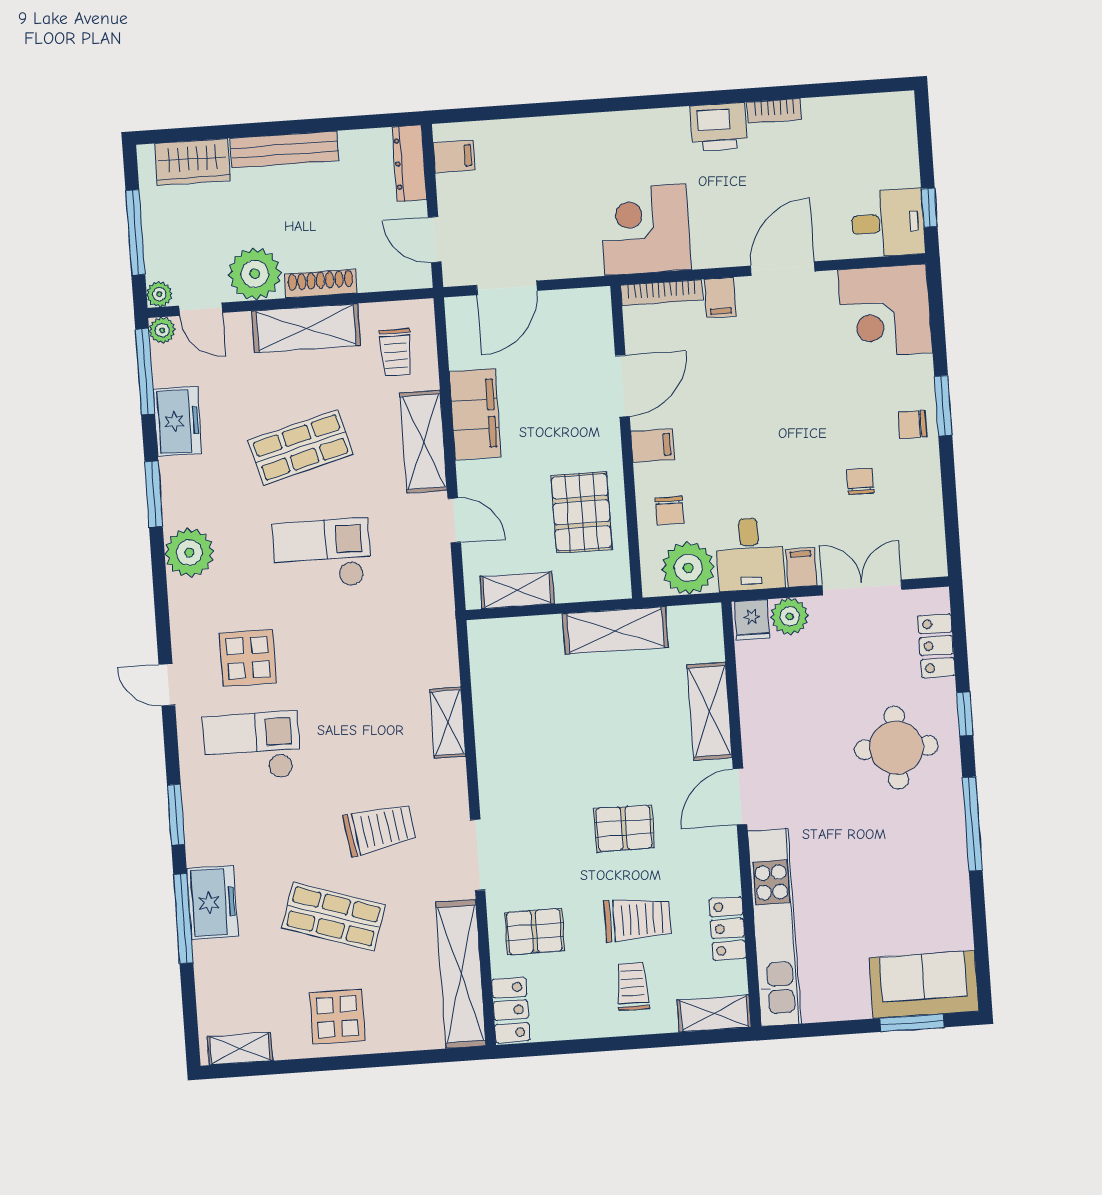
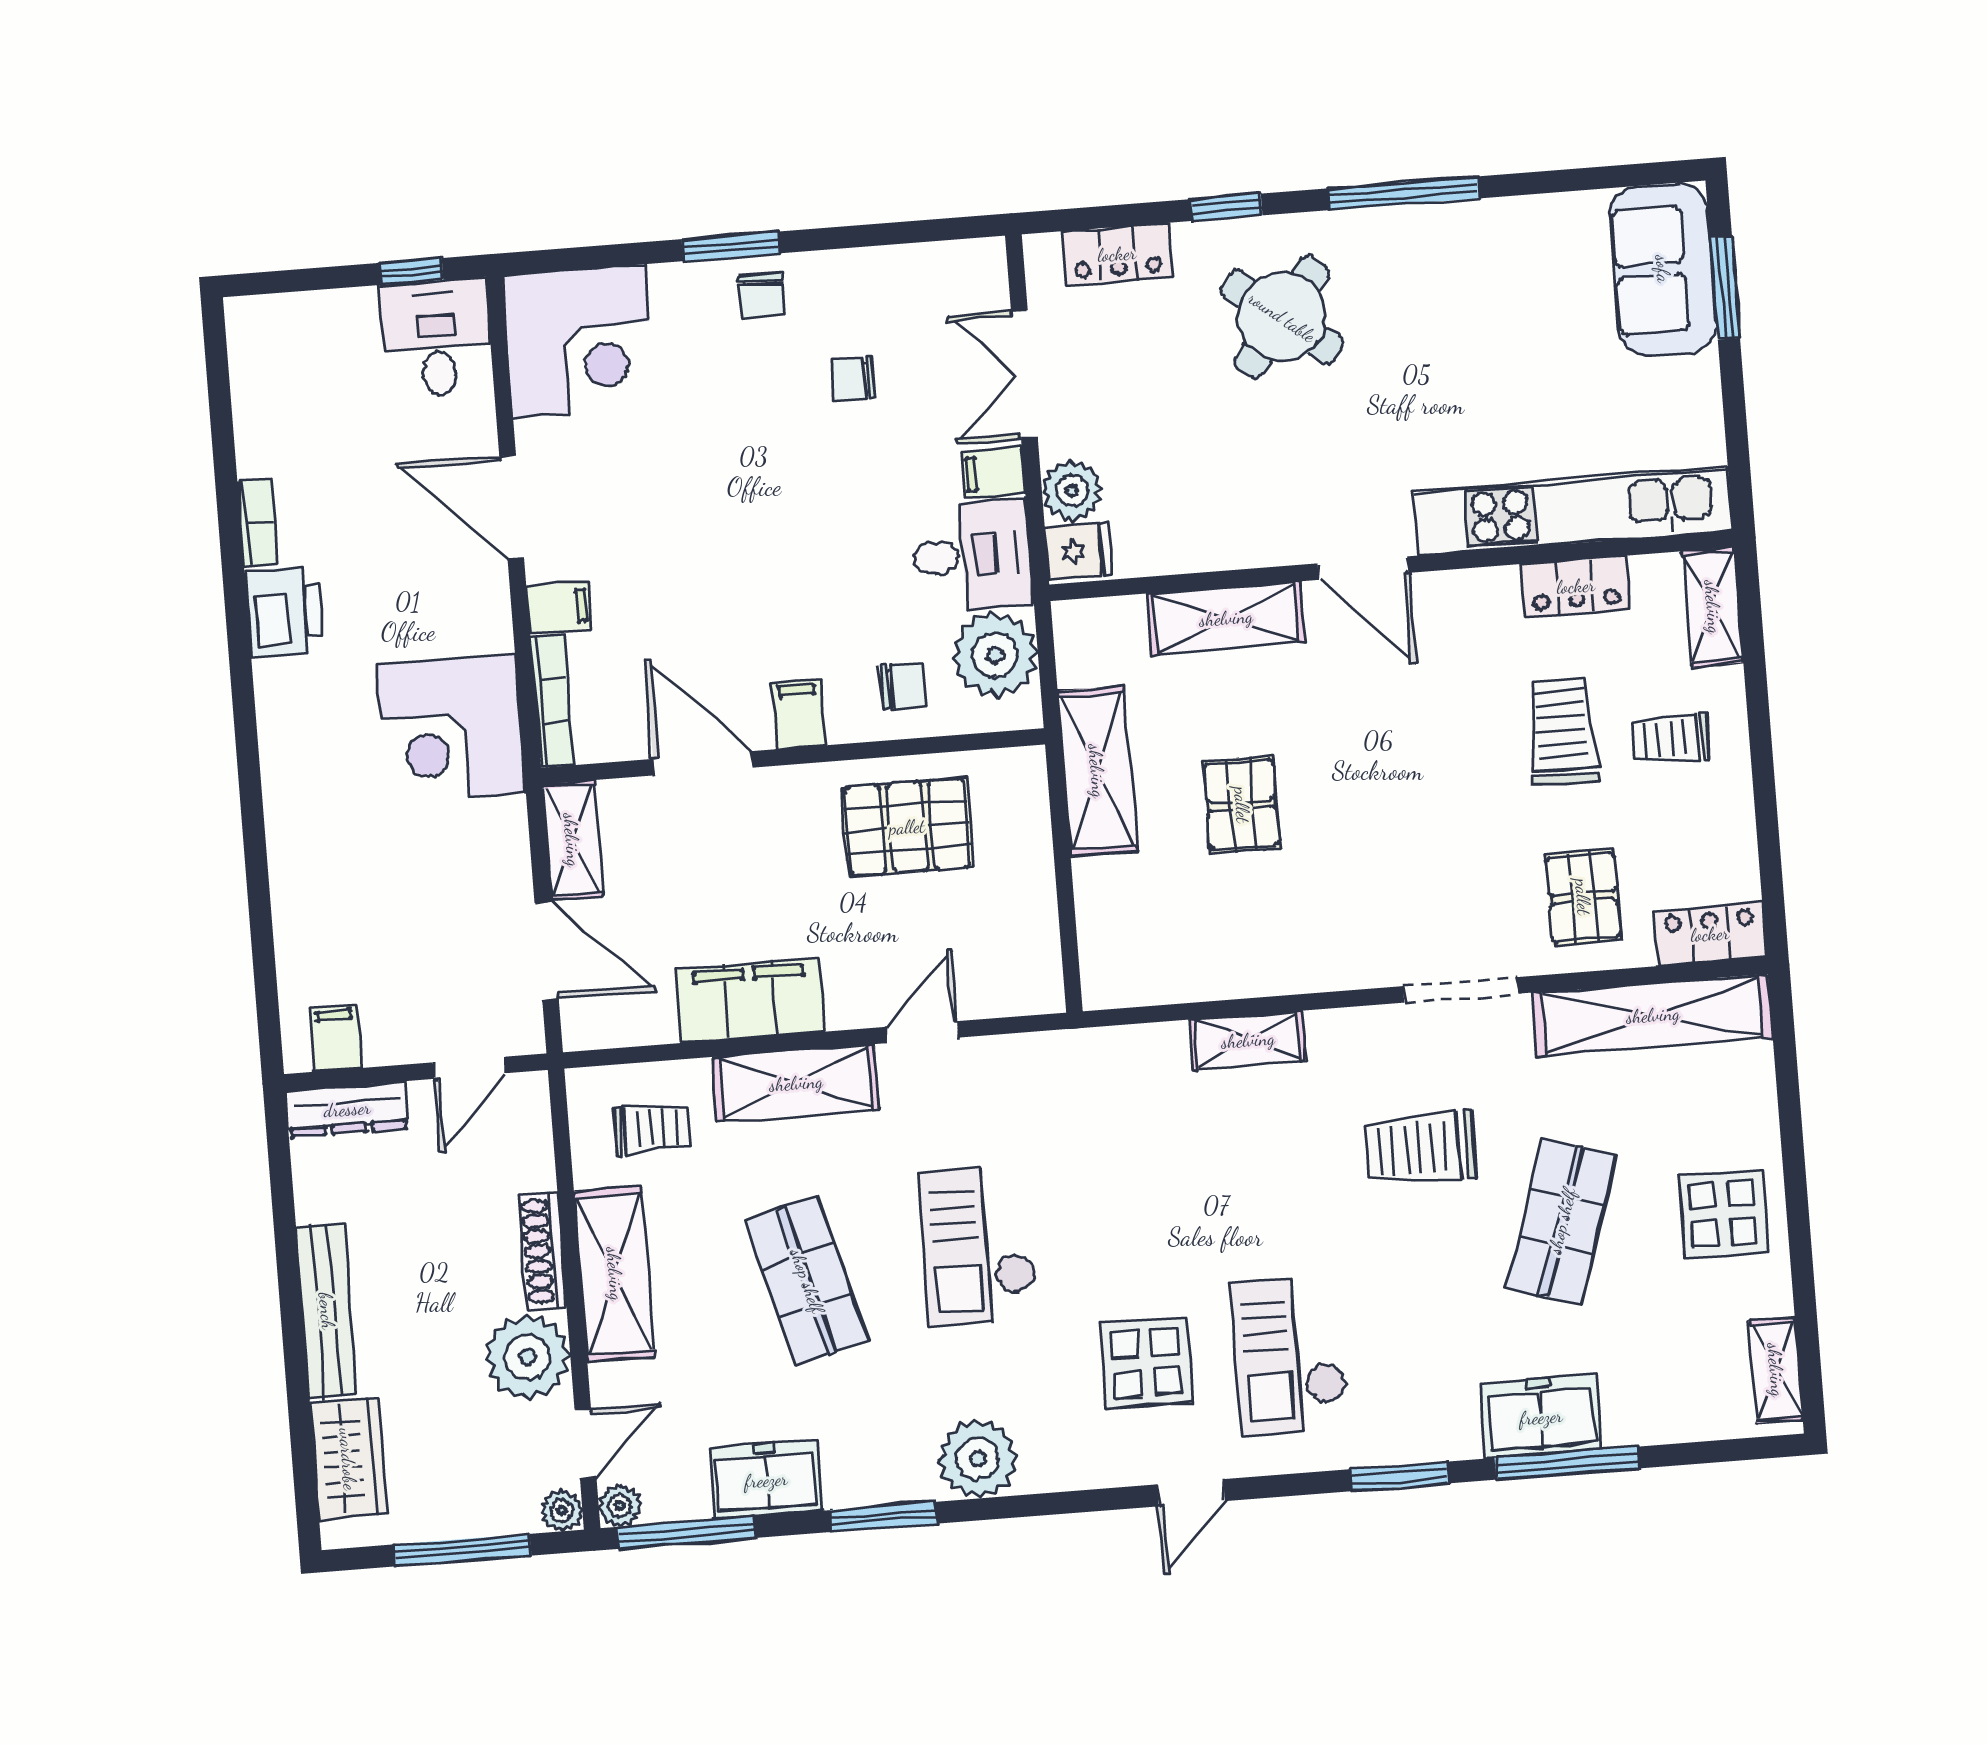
shelving: (517, 590) -> (572, 840), moved
round table: (896, 748) -> (1282, 317), turned 38
pallet: (624, 828) -> (1242, 805), moved
trolley: (380, 829) -> (1420, 1148), turned -81

